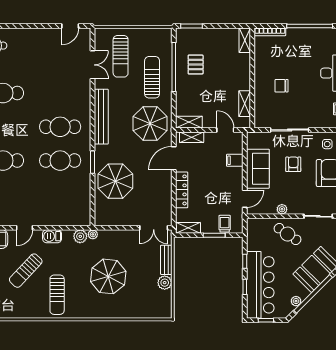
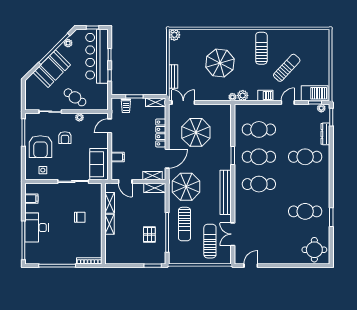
shelving: (245, 40) -> (109, 224), moved
armchair: (293, 164) -> (65, 138), moved
sofa: (258, 169) -> (99, 164), moved
parasol: (115, 181) -> (196, 132), moved
cafe table: (60, 194) -> (259, 129), added
plant: (165, 283) -> (174, 35), moved

